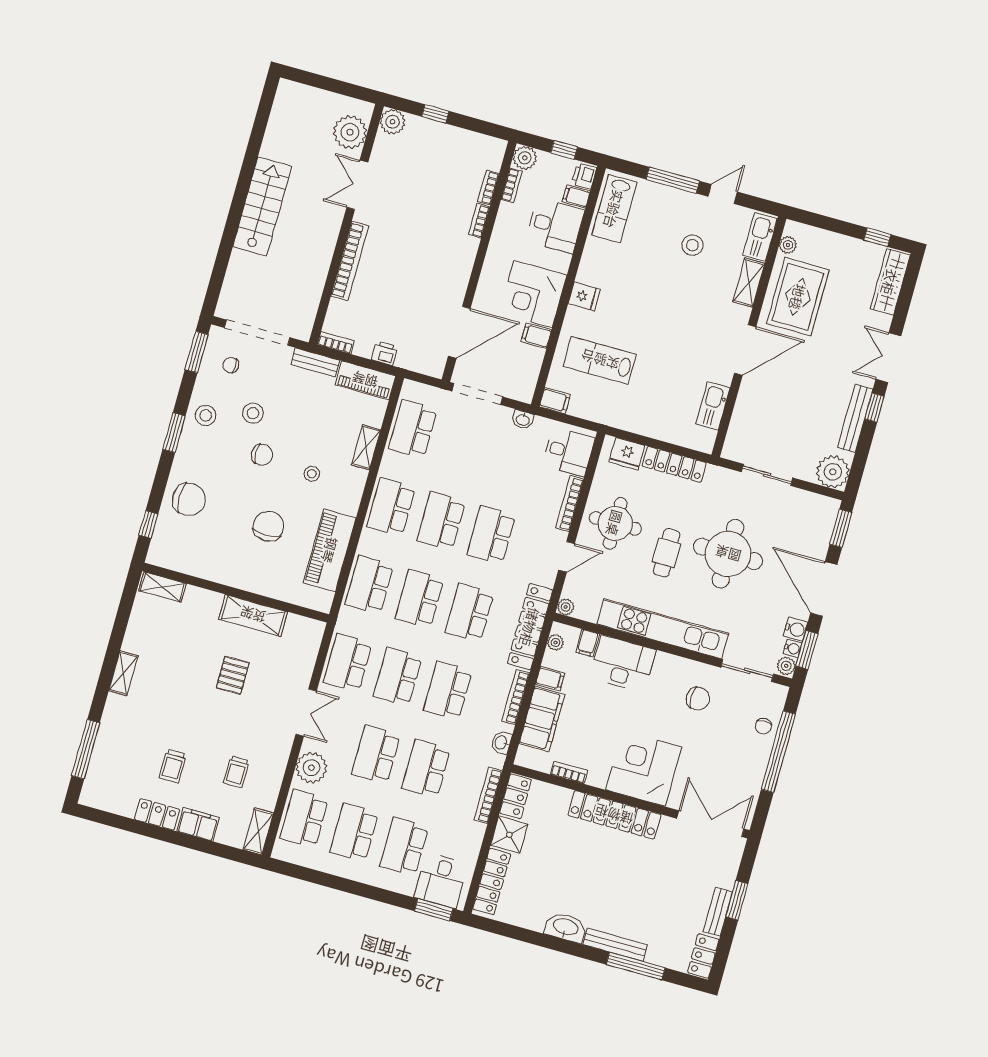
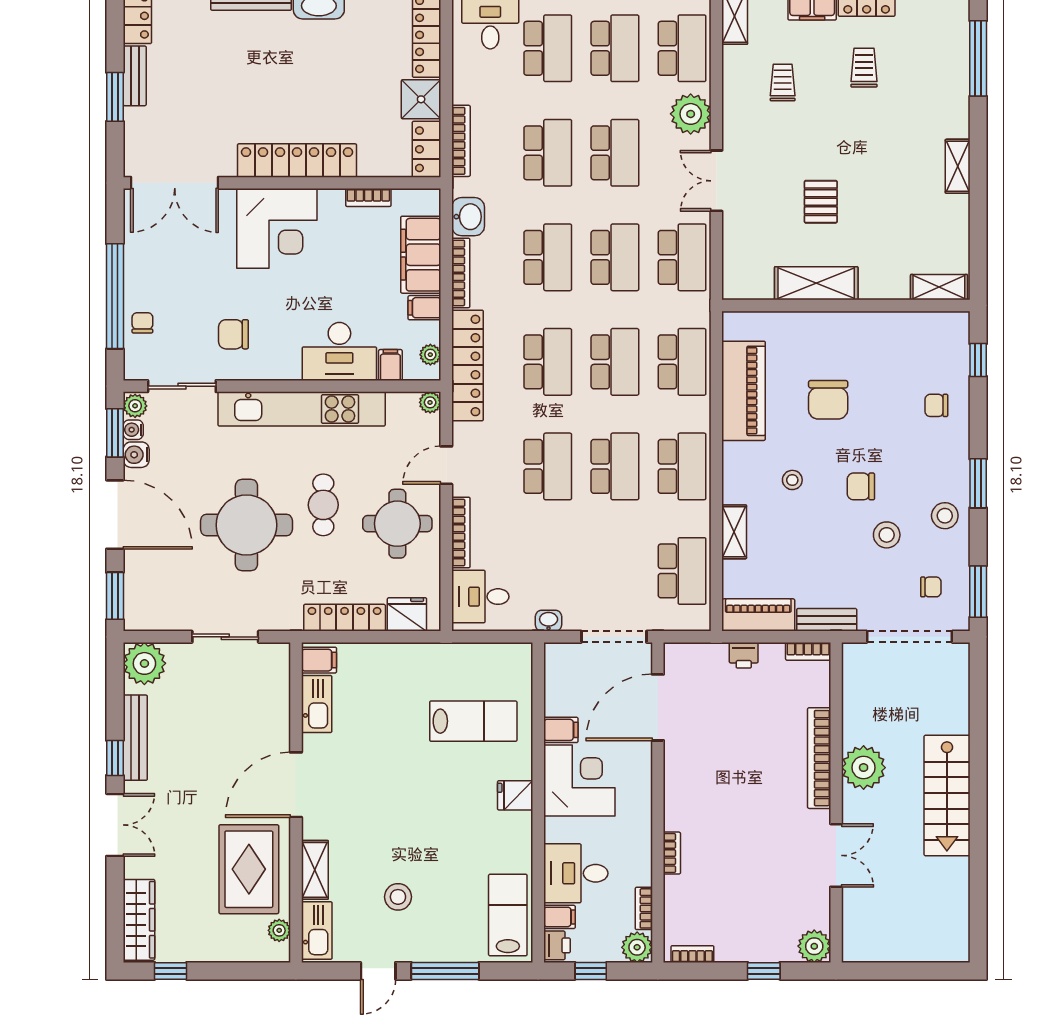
plant: (350, 132) -> (864, 768), moved
bookcase: (488, 188) -> (692, 954), moved, turned -90
filing cabinet: (555, 401) -> (319, 660), moved, turned 180
chair: (189, 499) -> (936, 405), width x0.54, depth x0.54
washbasin: (501, 742) -> (468, 217), width x1.38, depth x1.45

